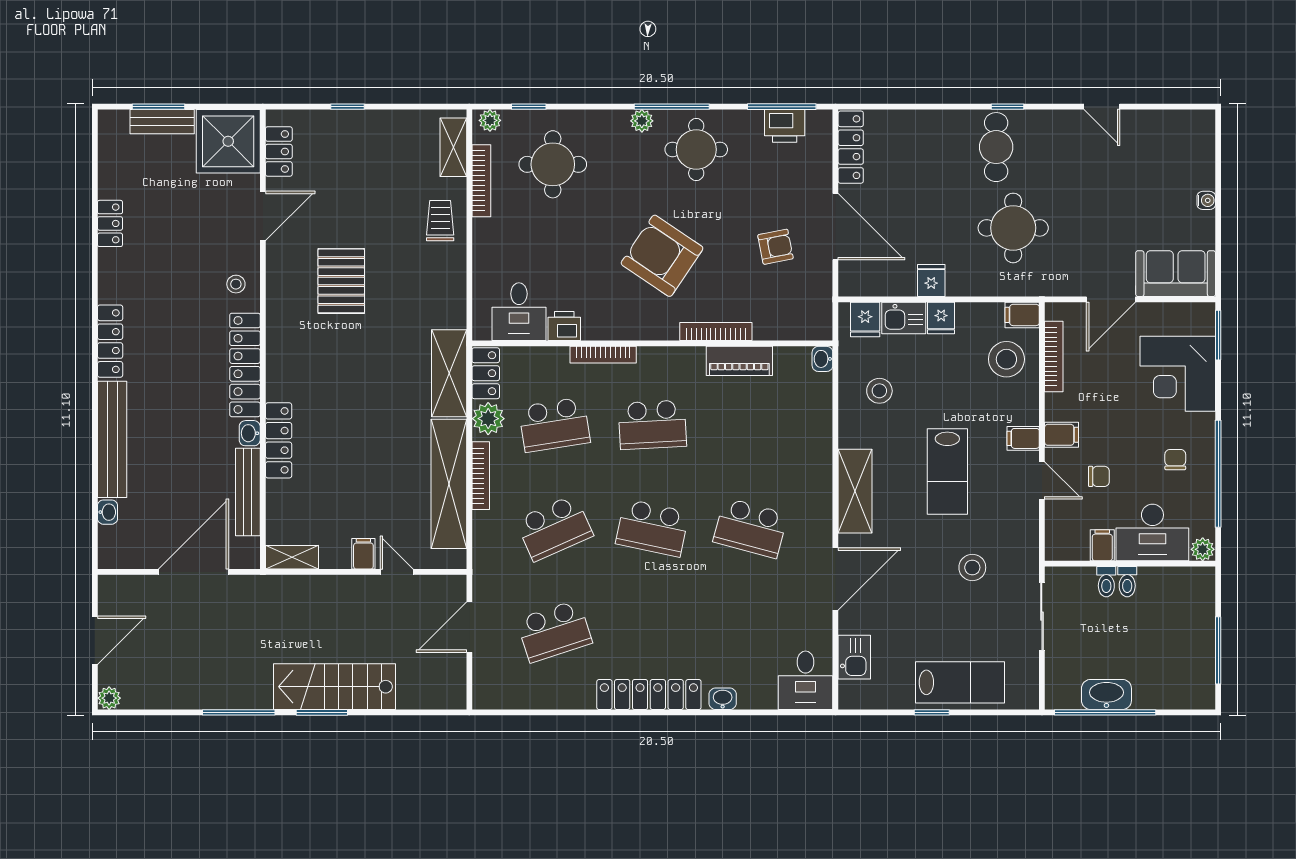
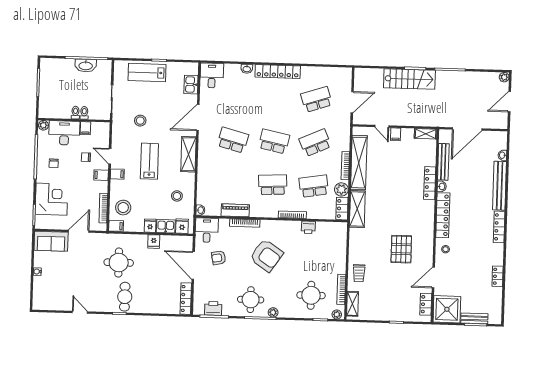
desk: (519, 312) -> (207, 230), moved

